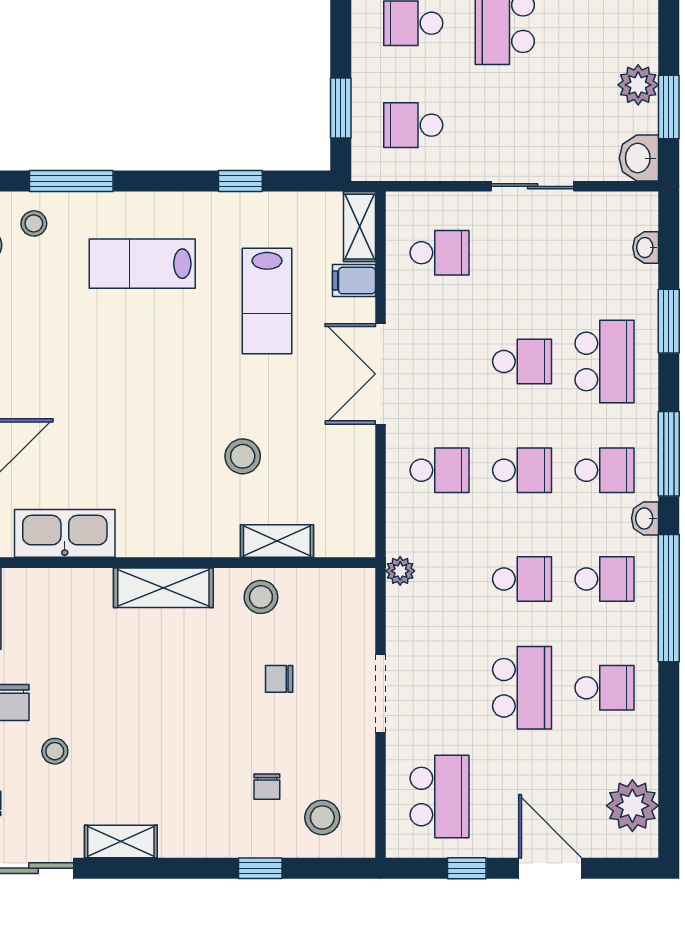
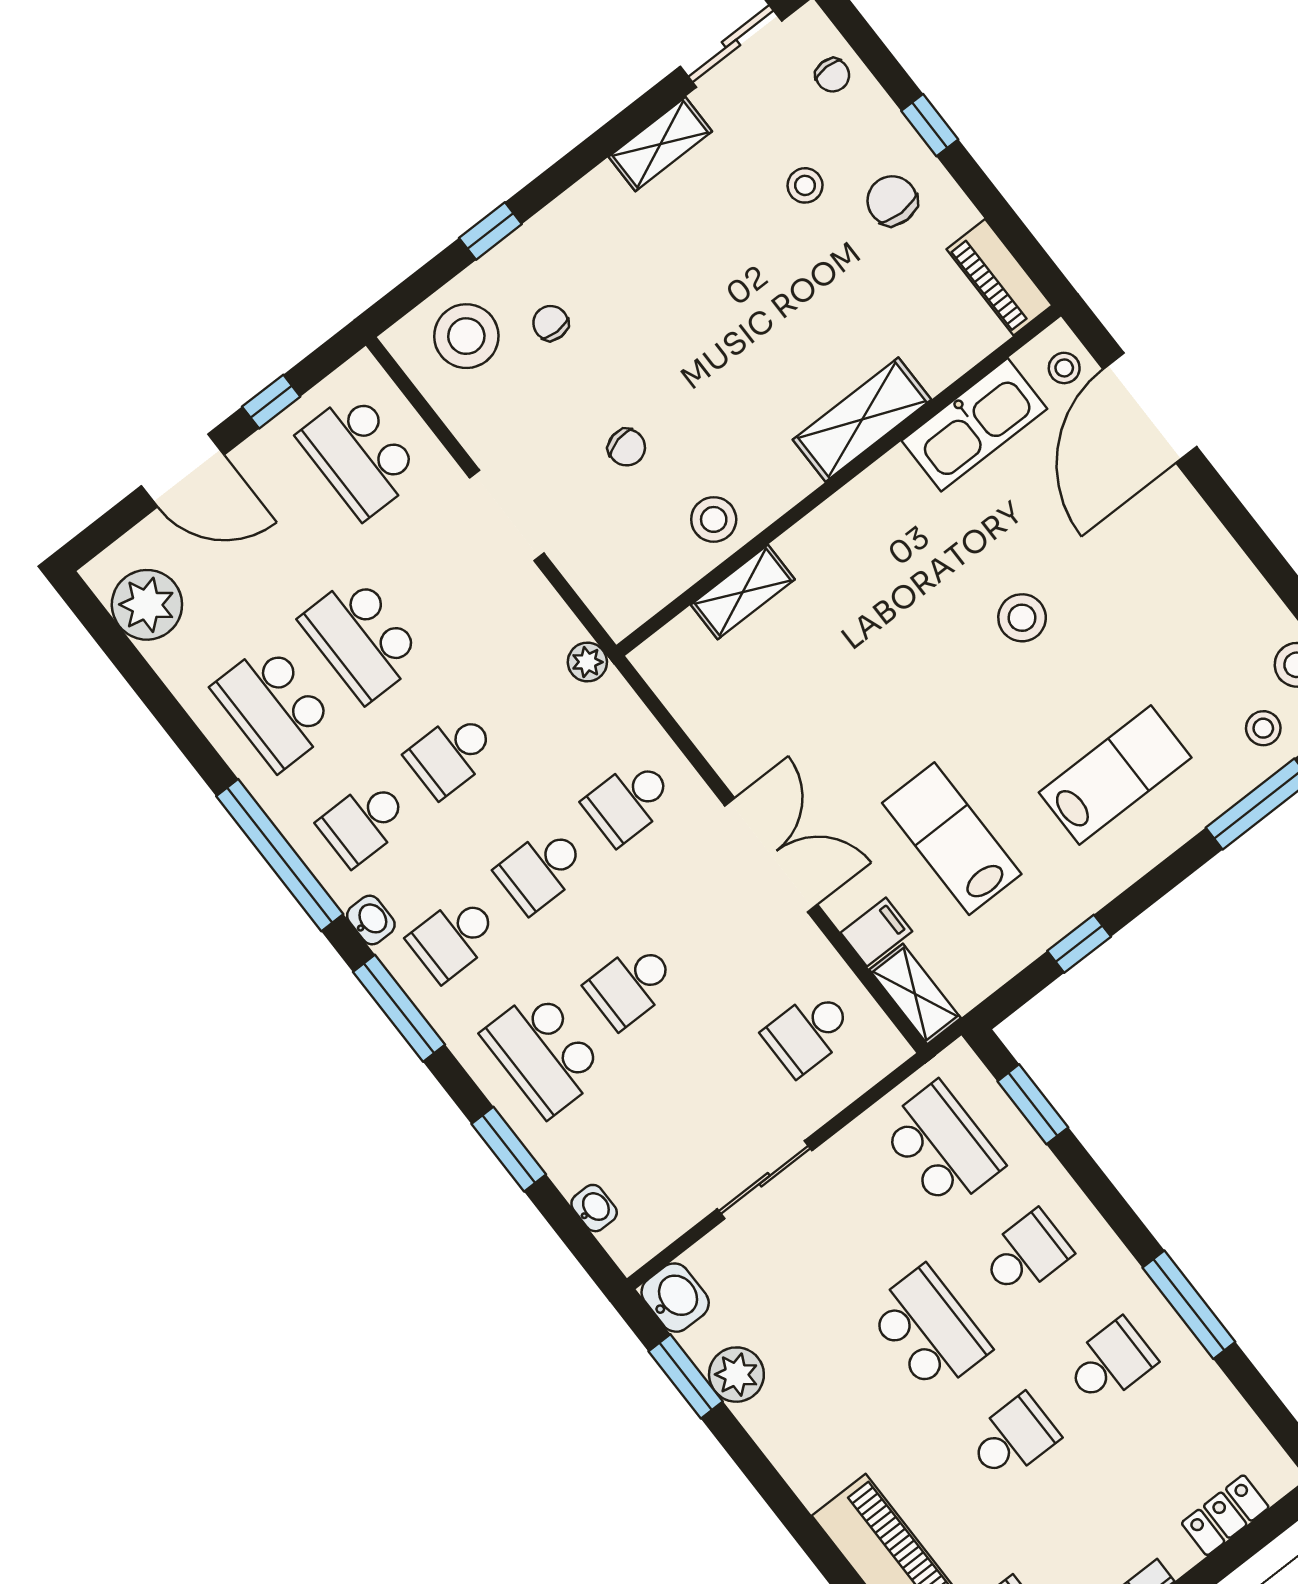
school desk: (413, 125) -> (942, 1146), width x1.85
stool: (243, 456) -> (1022, 618), moved
shelving: (163, 588) -> (862, 420), moved
chair: (279, 679) -> (627, 447), turned 77
school desk: (605, 688) -> (274, 707), width x1.85
stool: (322, 817) -> (466, 336), width x1.38, depth x1.38

